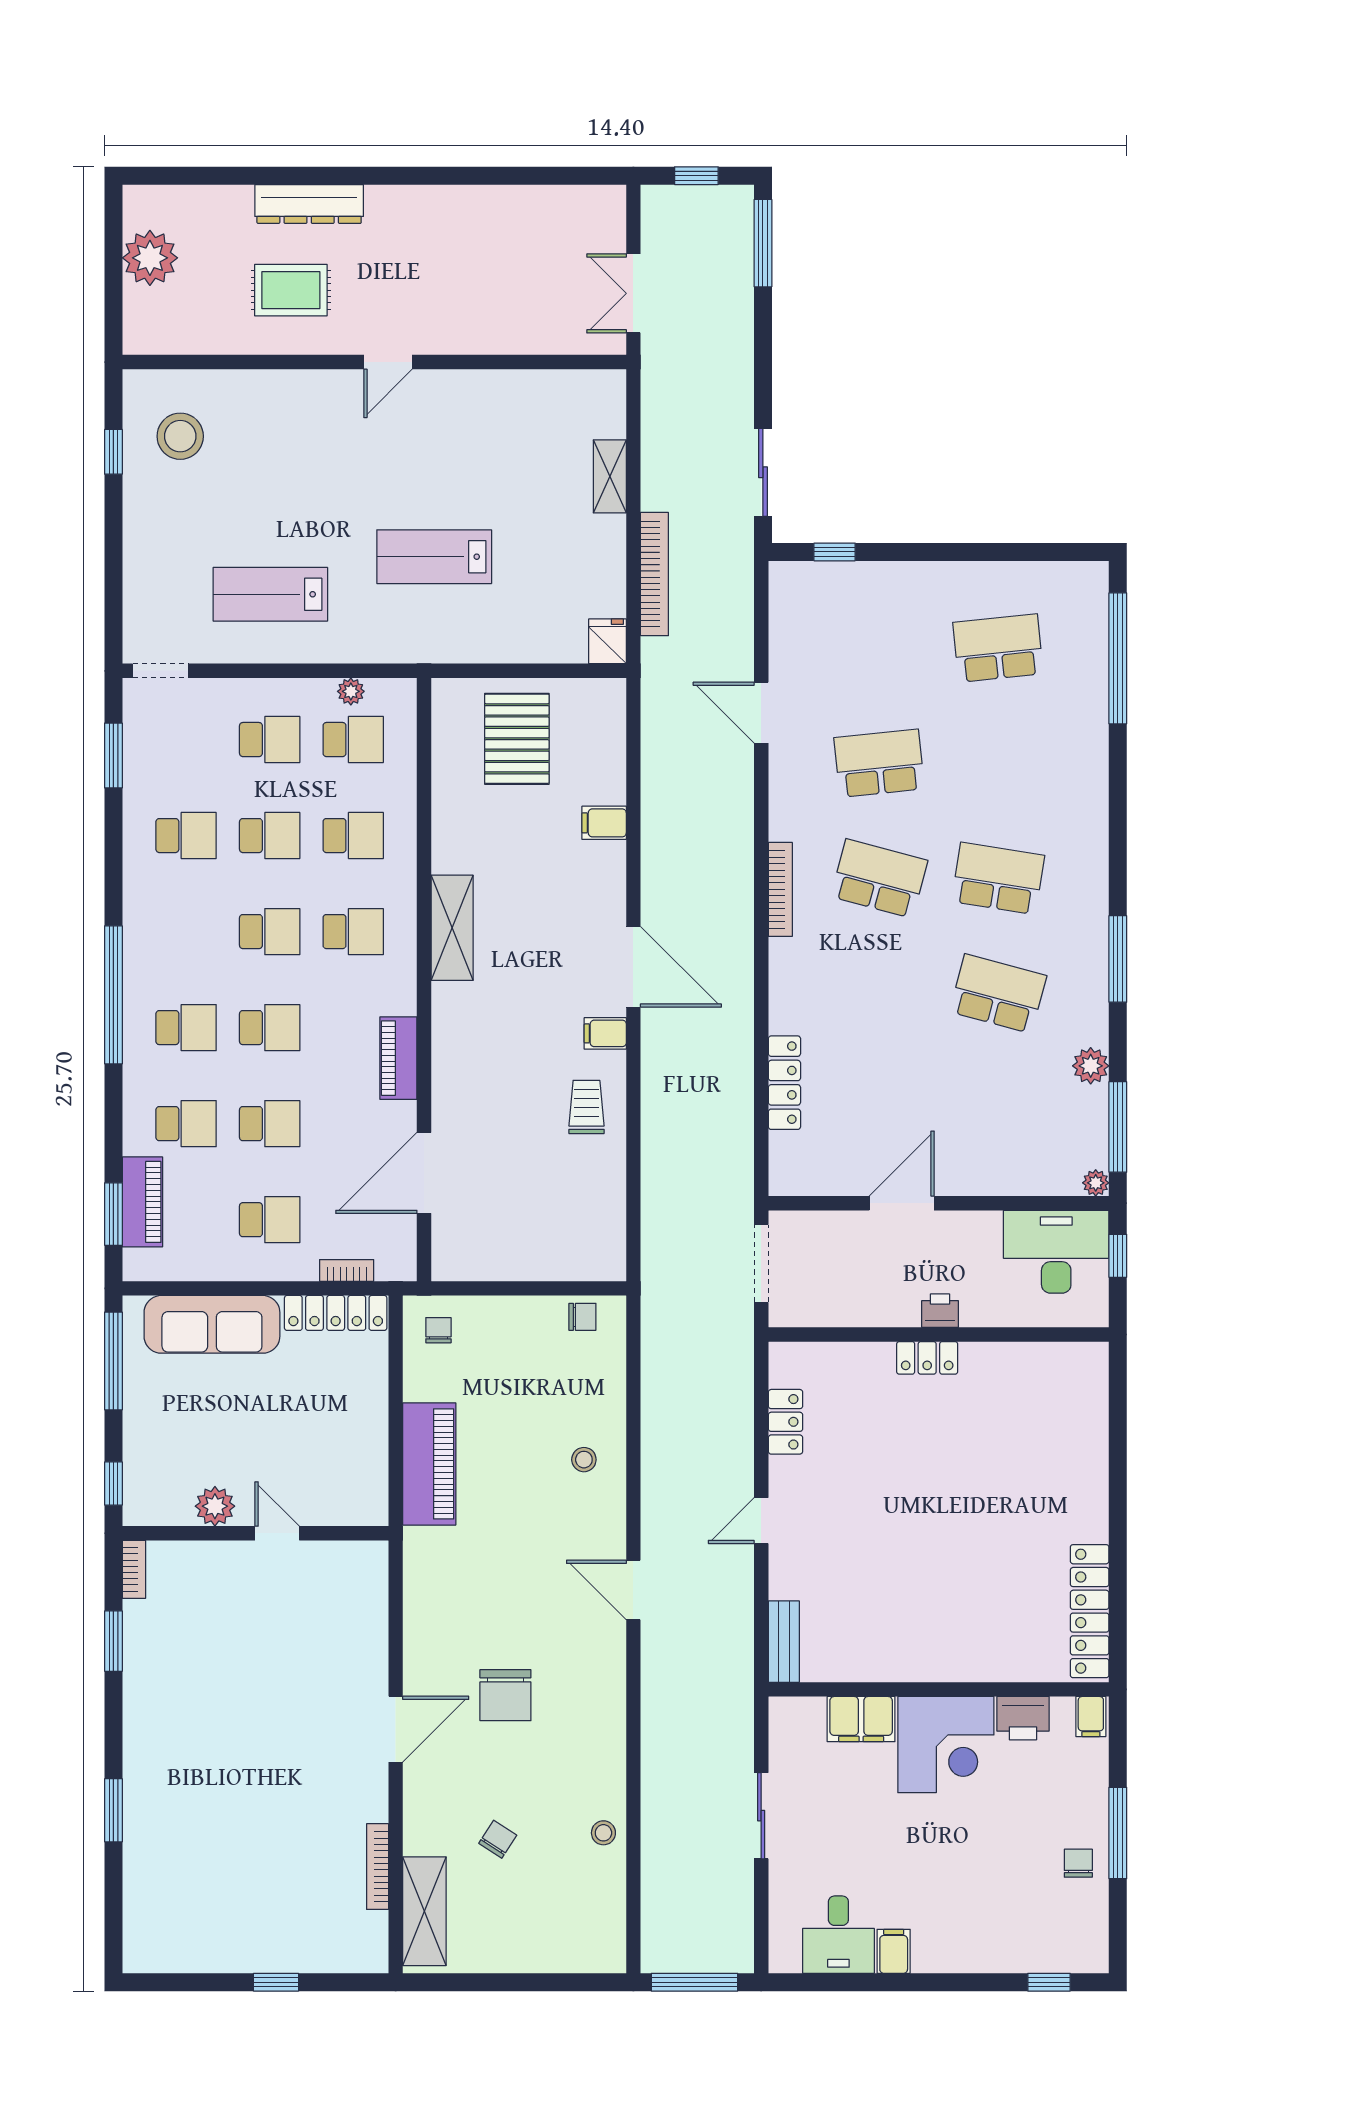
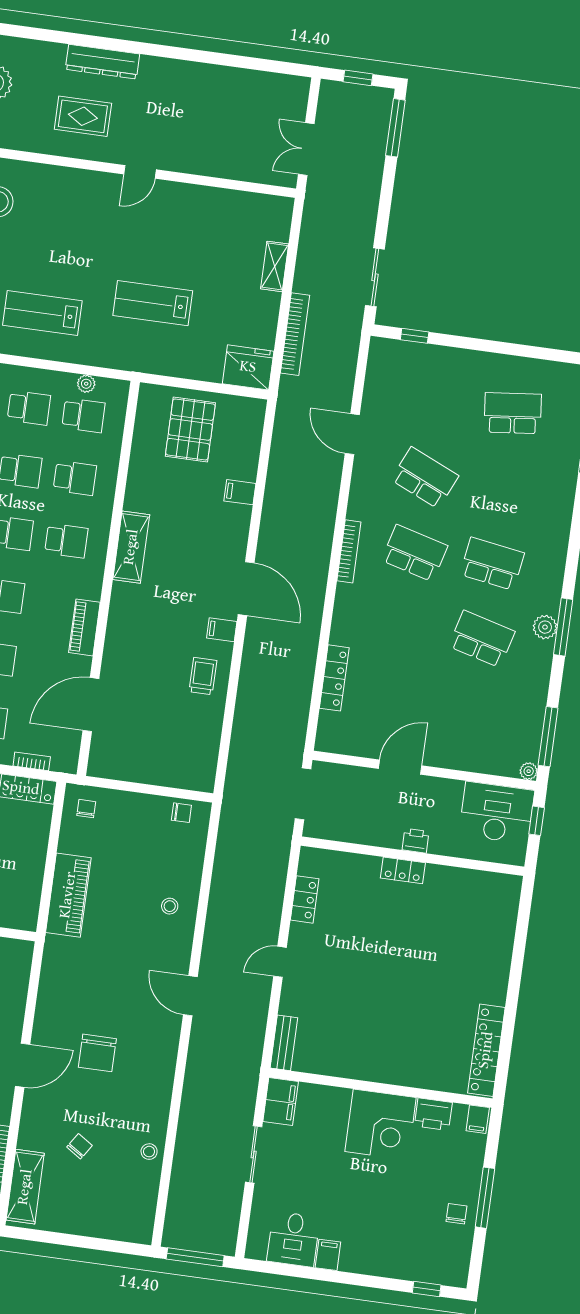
fridge: (608, 641) -> (248, 367), width x1.88, depth x1.34
school desk: (879, 763) -> (425, 478), turned 30
plant: (1091, 1066) -> (545, 627), moved
filing cabinet: (861, 1719) -> (281, 1101), moved, turned -90

